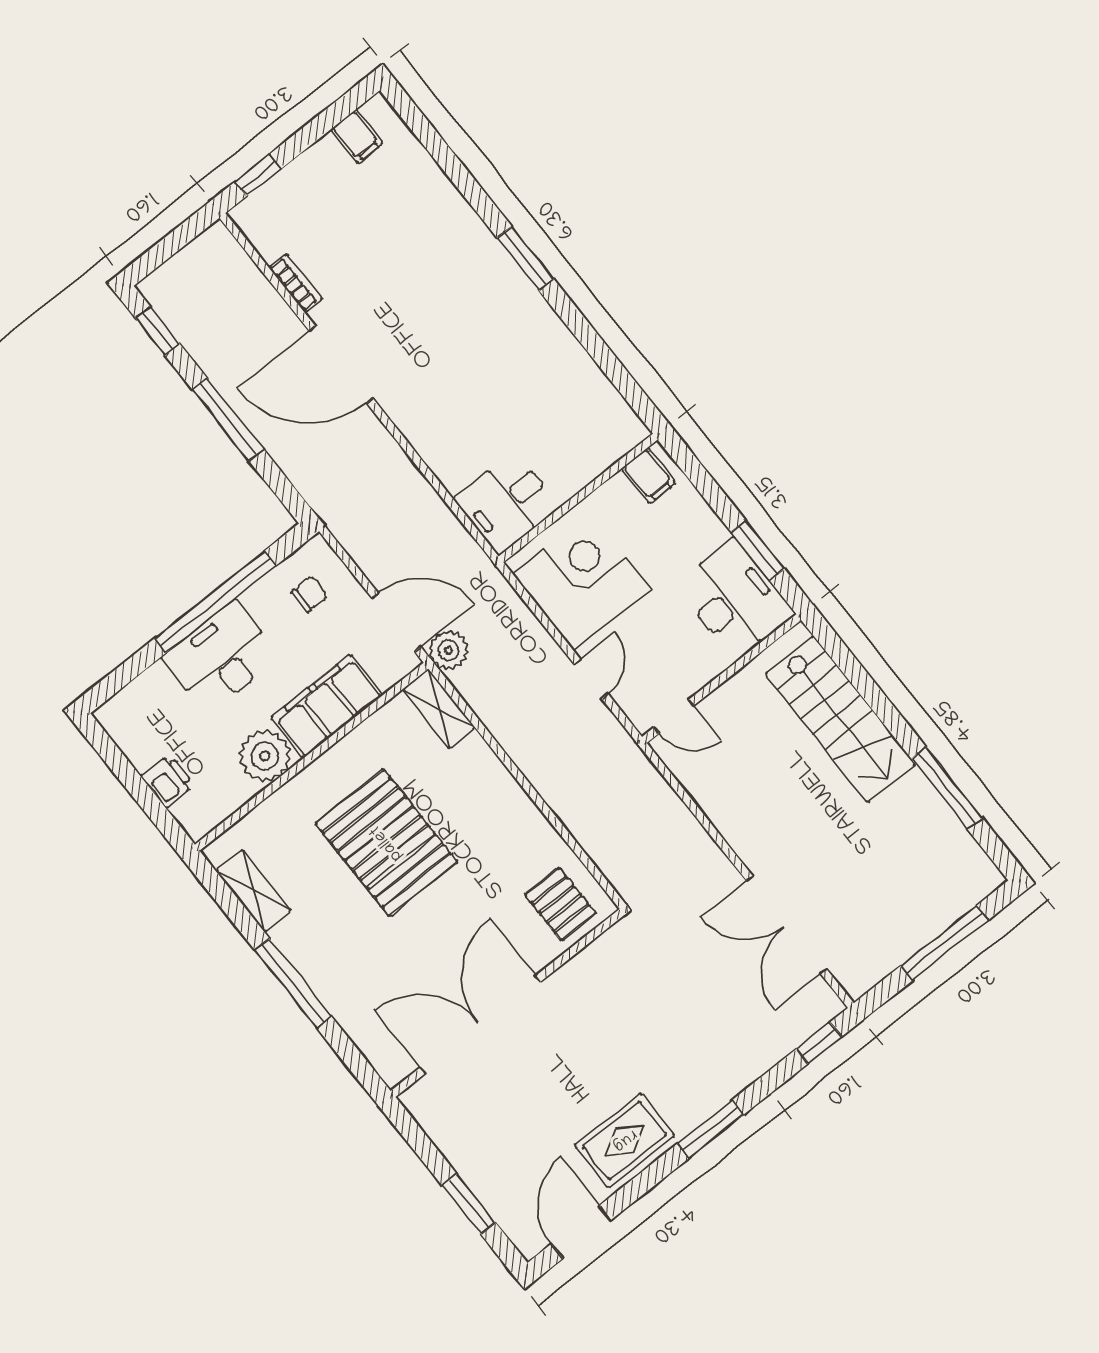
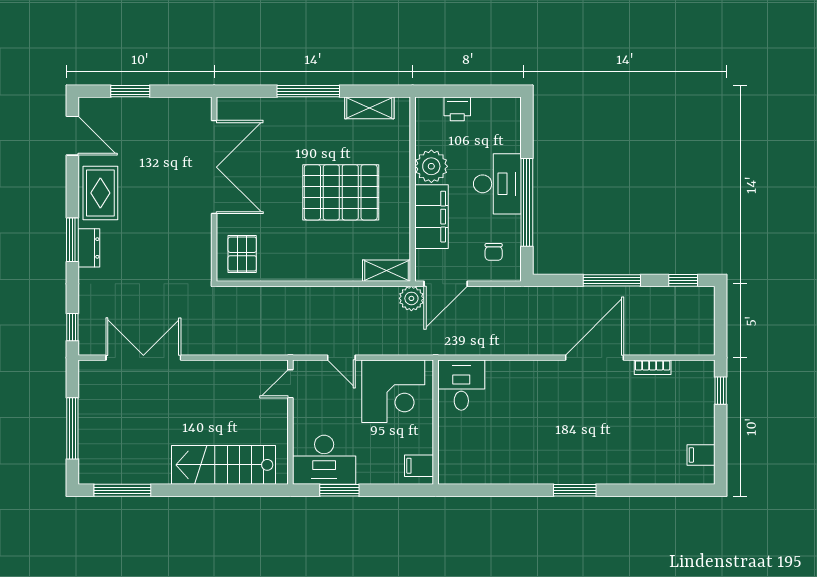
window: (947, 788) -> (122, 490), moved
pallet: (560, 904) -> (242, 254), turned 90
dresser: (704, 1100) -> (89, 248), added

